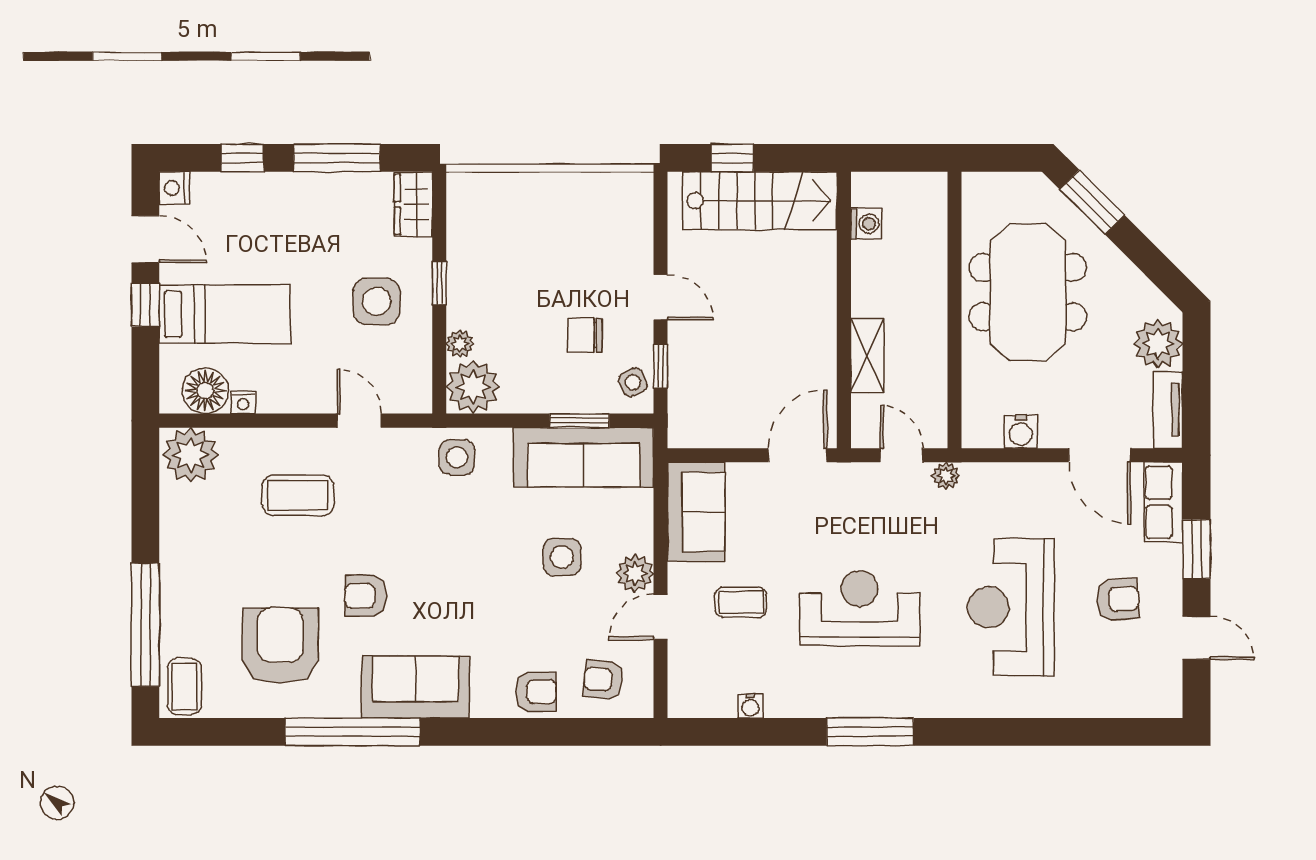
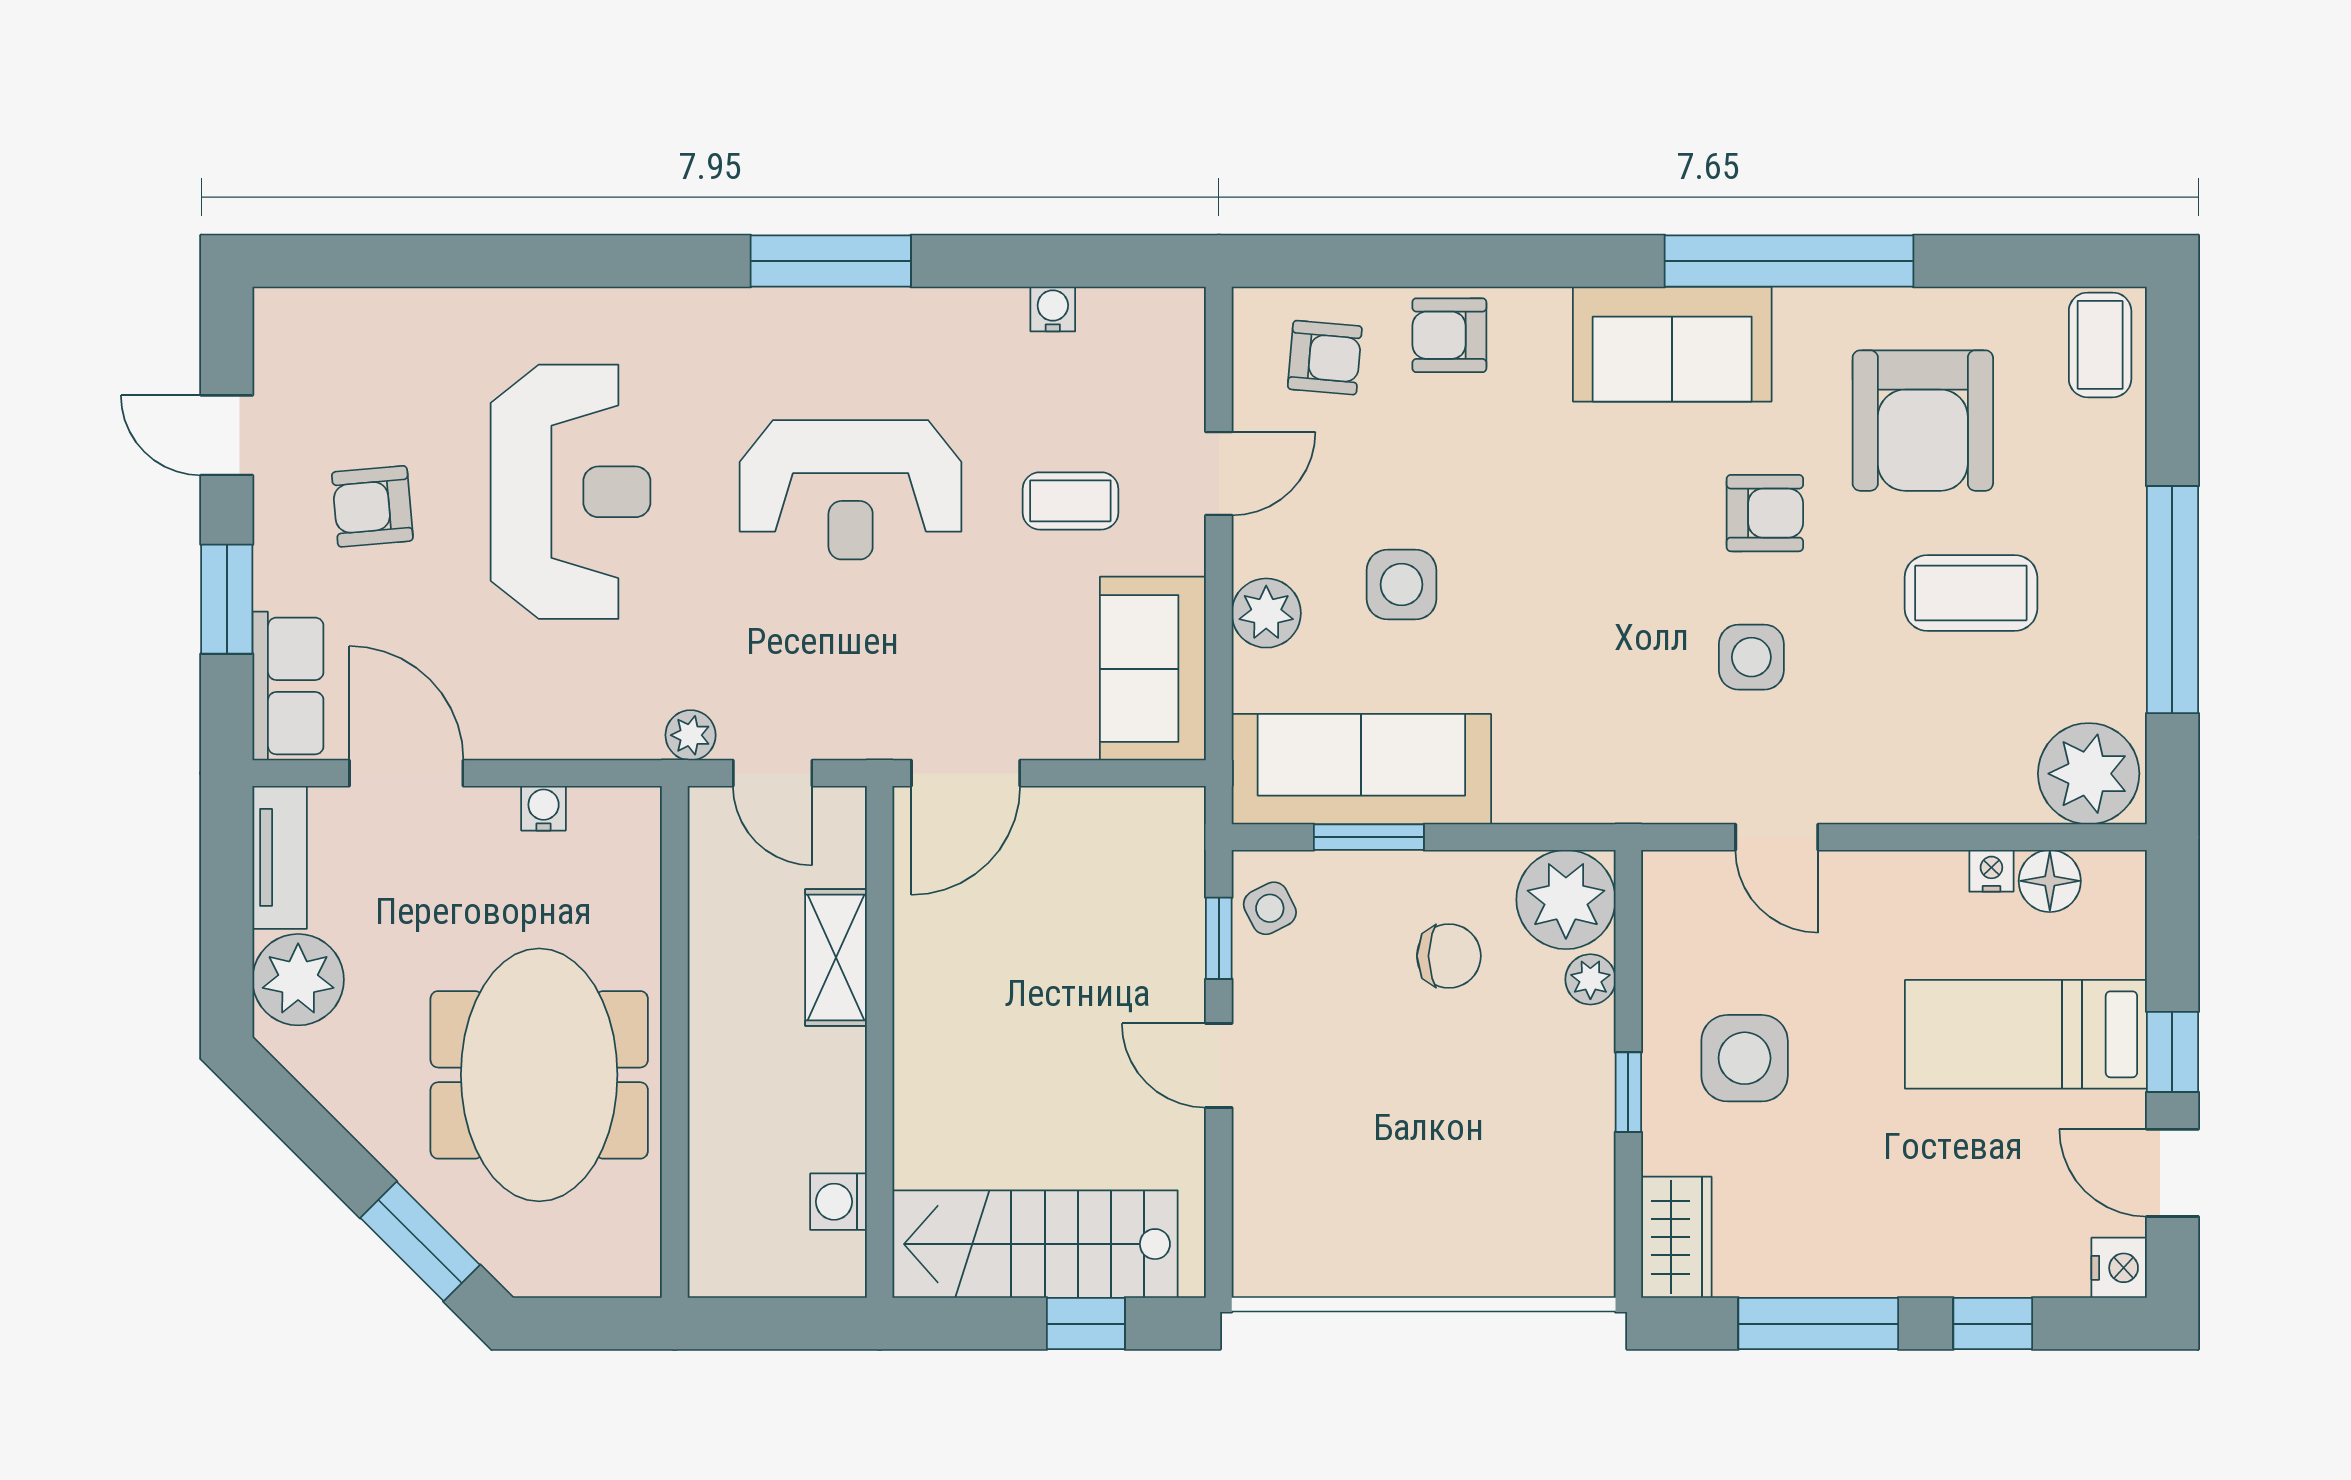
chair: (585, 335) -> (1449, 956), moved
floor lamp: (205, 391) -> (2050, 881), width x0.73, depth x0.73
water cooler: (1021, 432) -> (544, 808), width x0.72, depth x0.72
side table: (457, 457) -> (1751, 657), moved
coffee table: (298, 495) -> (1971, 593), moved
plant: (635, 573) -> (1266, 613), moved
window: (145, 625) -> (2172, 600), moved

